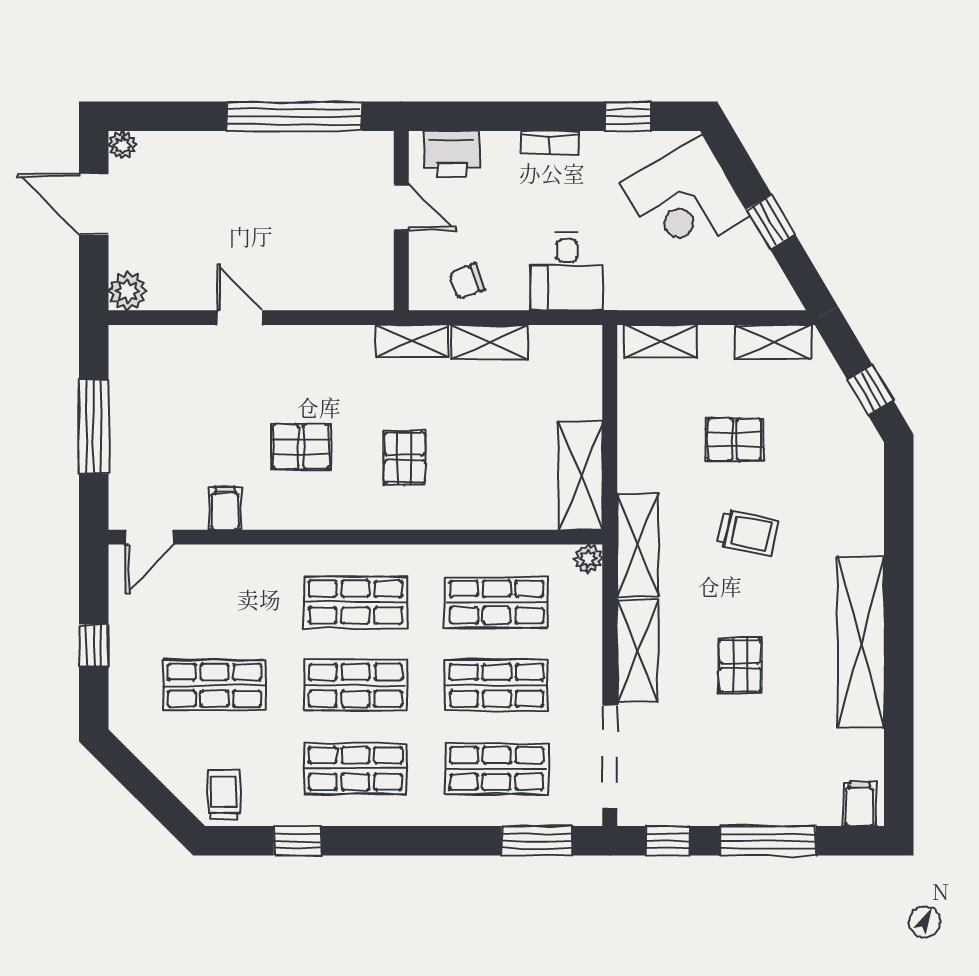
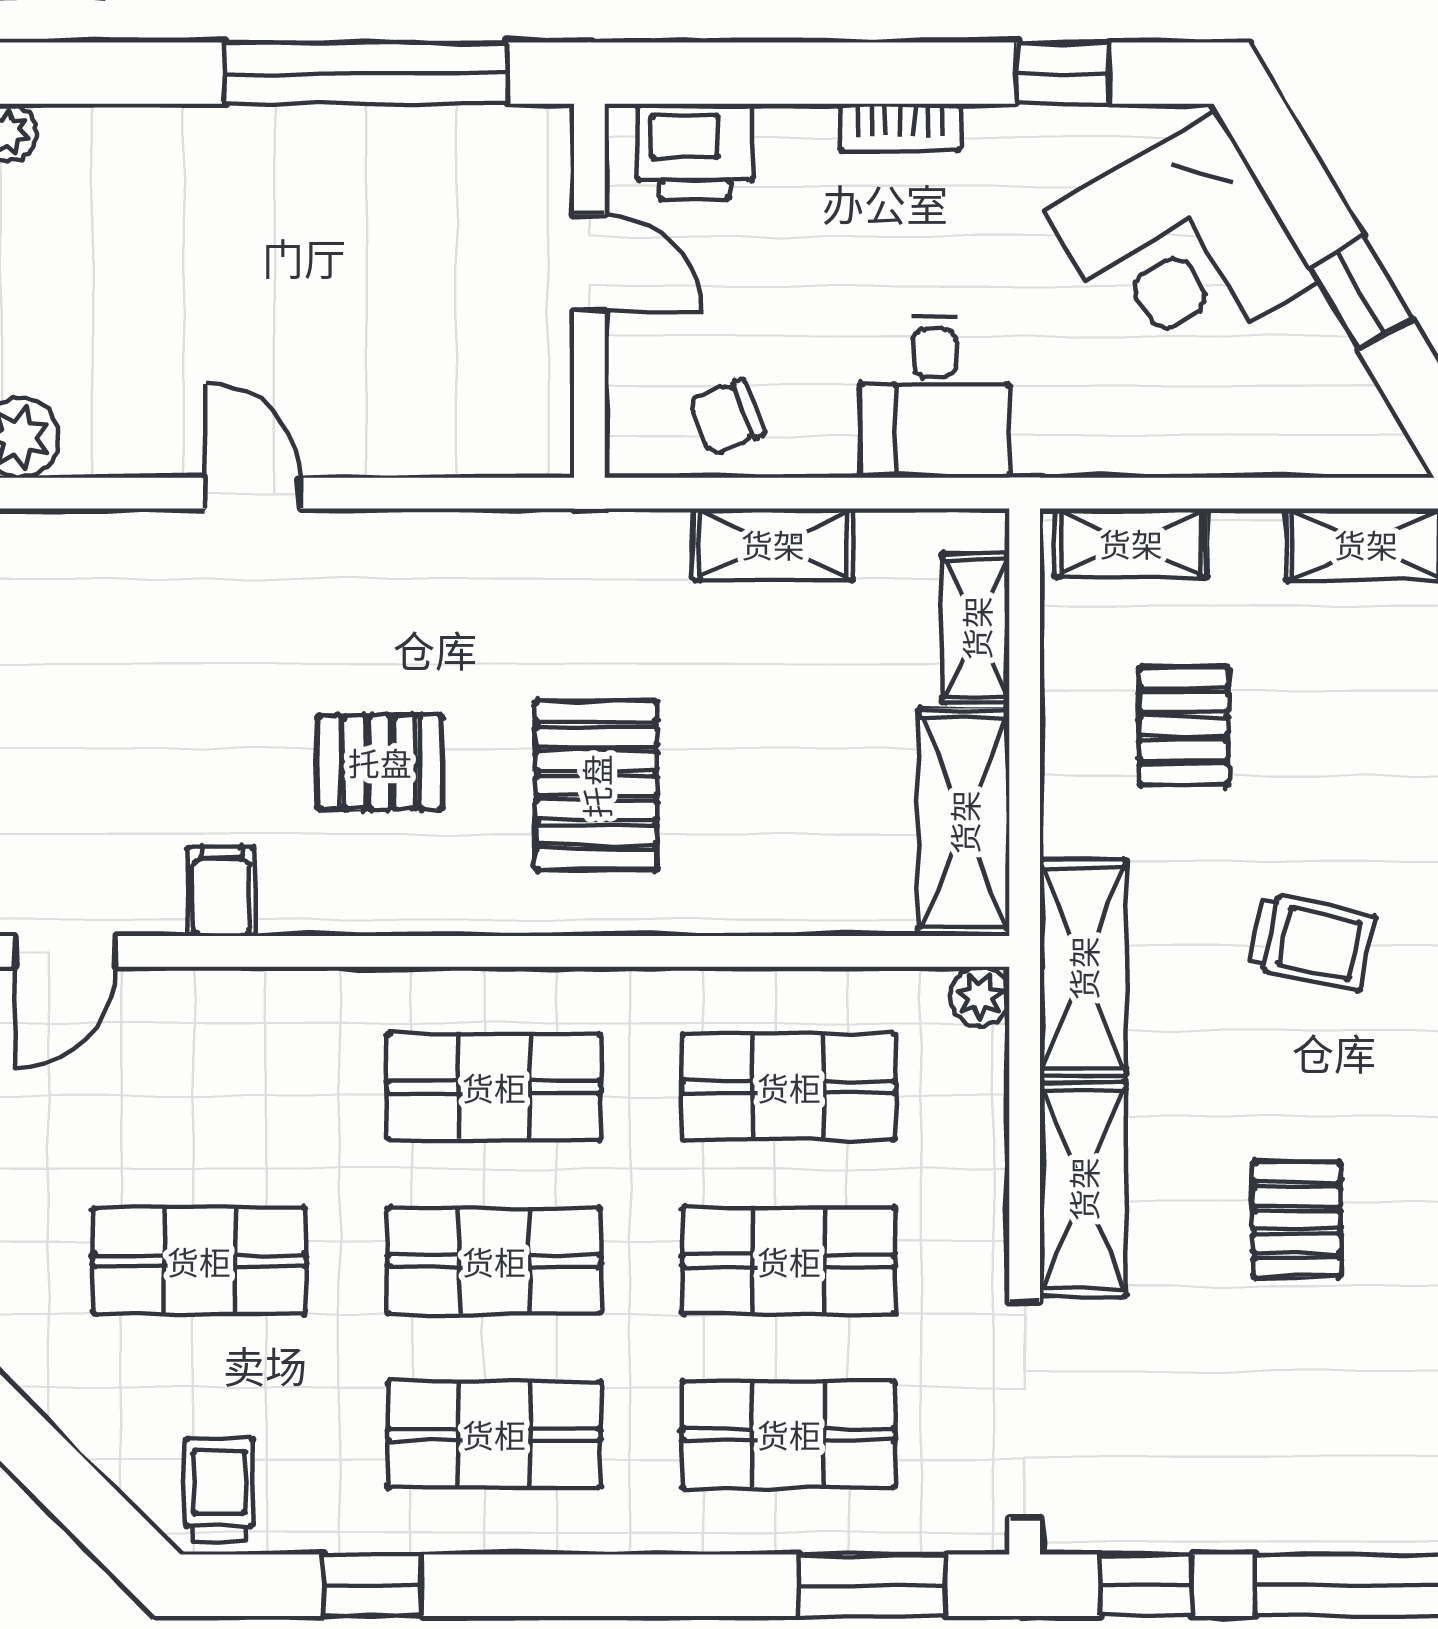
shelving: (412, 341) -> (976, 628), moved, turned 90
pallet: (735, 440) -> (1184, 726), moved, turned 90
pallet: (405, 458) -> (596, 786), width x1.50, depth x1.42

